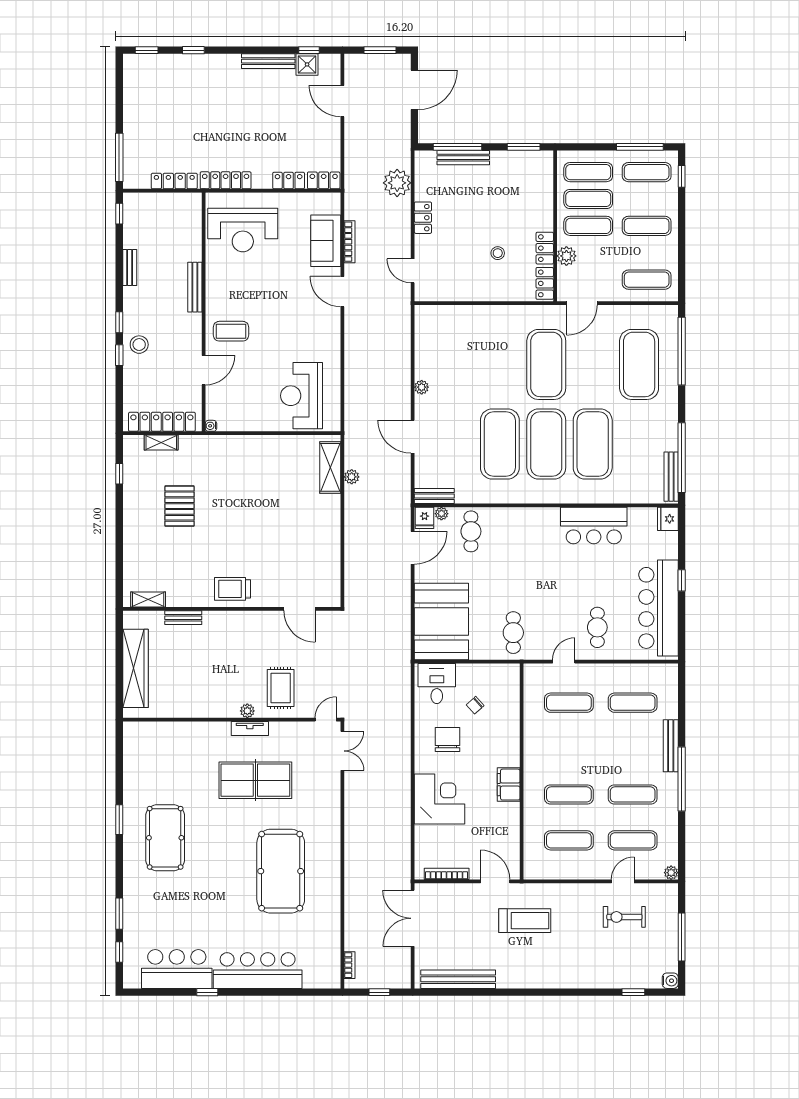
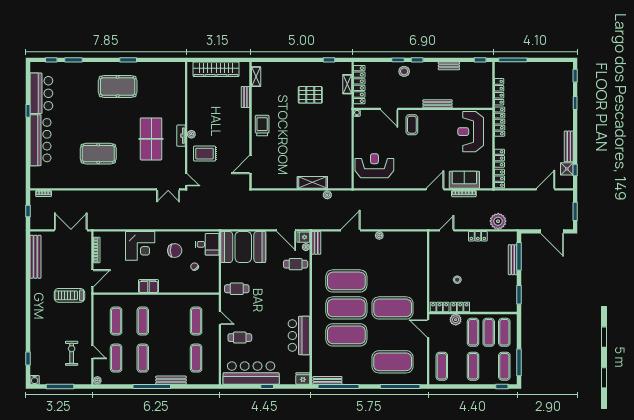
shelving: (330, 467) -> (312, 182), moved
pool table: (281, 871) -> (98, 154), width x0.73, depth x0.76
treadmill: (525, 921) -> (69, 295), turned 90

